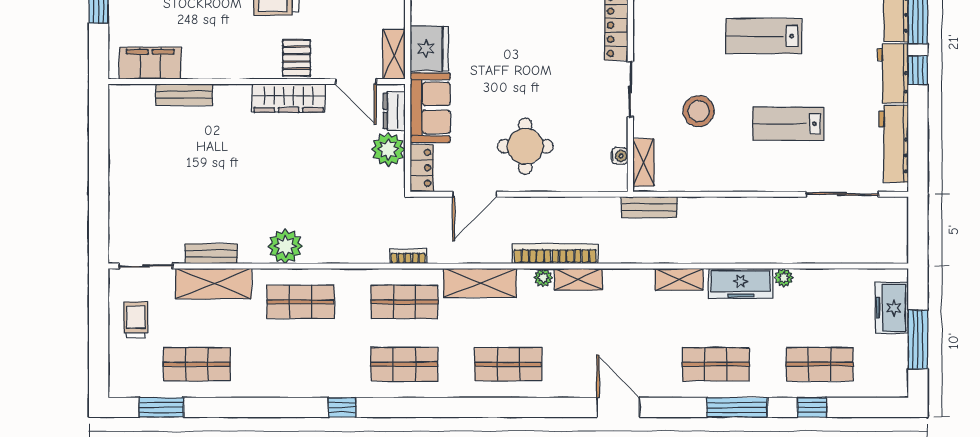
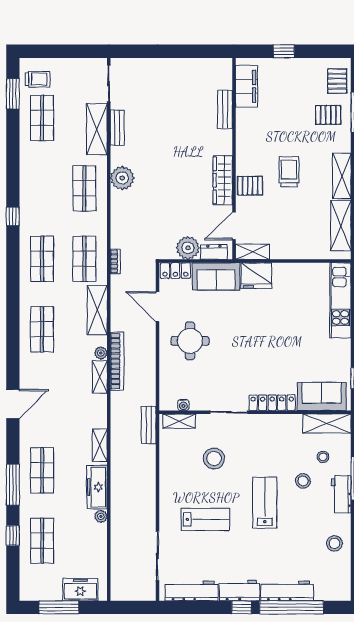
lab bench: (788, 124) -> (205, 519), turned 90
trolley: (136, 320) -> (37, 79), moved

